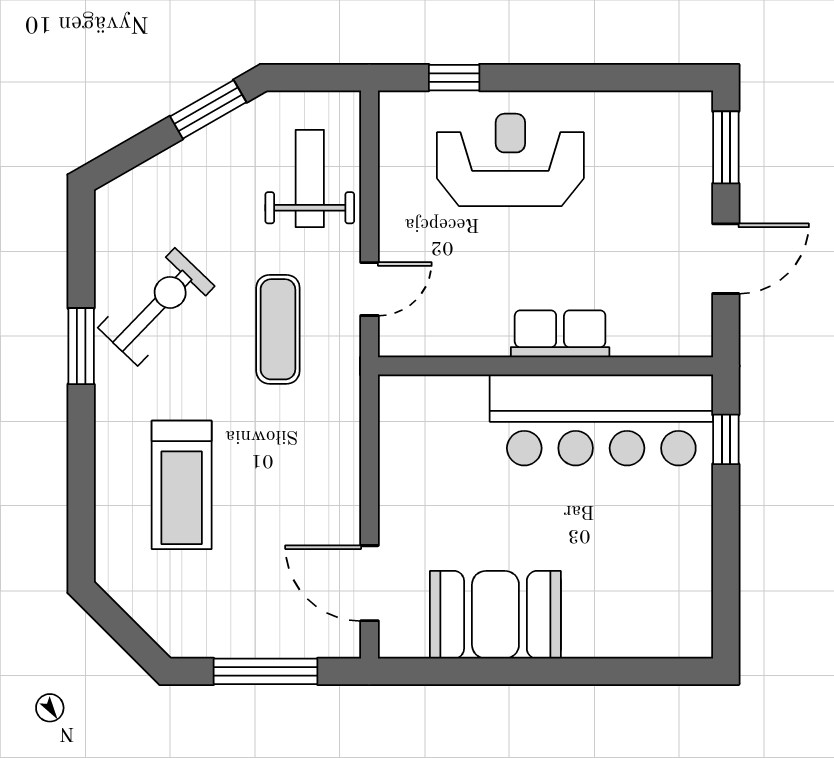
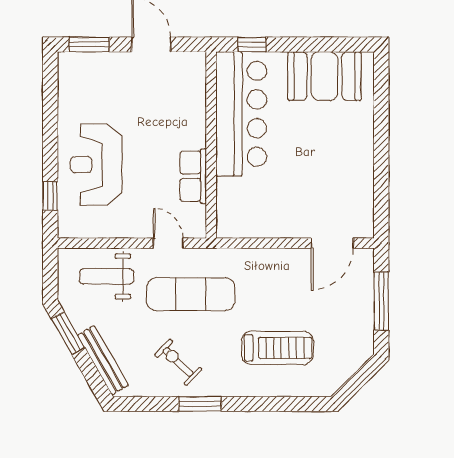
bench: (159, 172) -> (103, 360), added
exercise bike: (156, 307) -> (178, 362), width x0.73, depth x0.72
exercise mat: (278, 329) -> (191, 294), width x1.36, depth x1.45
row of seats: (560, 334) -> (193, 176), moved
booth: (495, 615) -> (324, 76), moved, turned 90

